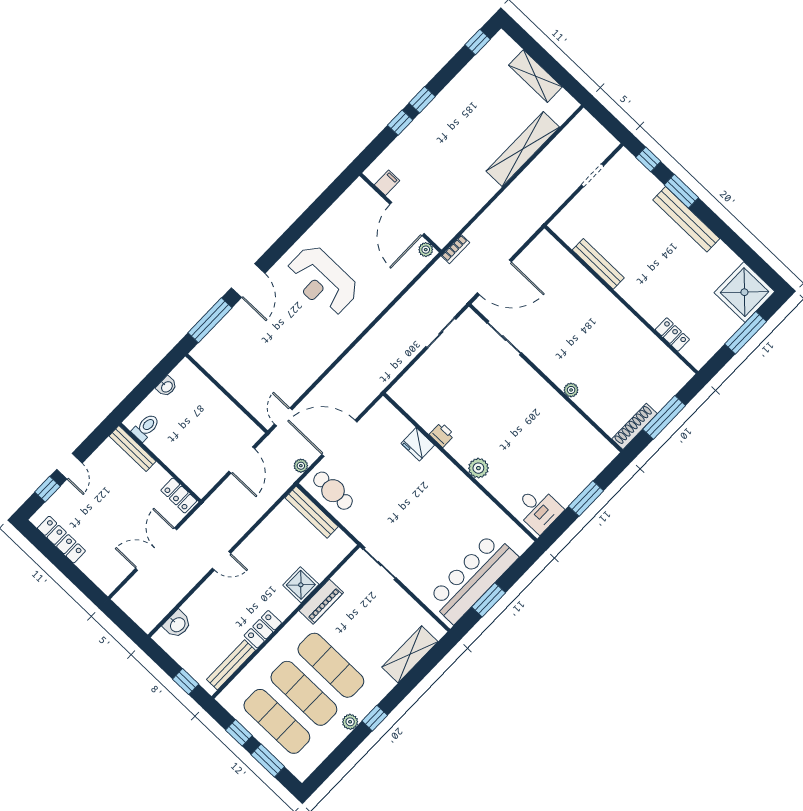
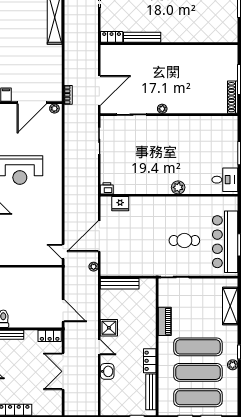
door: (407, 219) -> (32, 103), hinge flipped
locker: (672, 335) -> (112, 37), moved
plant: (571, 390) -> (162, 109), moved
printer: (442, 435) -> (107, 188), moved
fridge: (418, 444) -> (120, 204), moved
door: (242, 460) -> (63, 311), moved
cafe table: (333, 491) -> (184, 240), moved
door: (222, 561) -> (99, 347), hinge flipped
shower: (301, 585) -> (109, 328), moved
washbasin: (177, 624) -> (107, 371), moved

